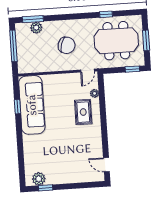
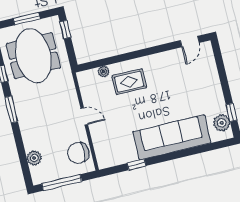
window: (33, 19) -> (11, 109), moved
chair: (67, 45) -> (78, 153), moved, turned -107
door: (87, 71) -> (84, 116), moved
sofa: (32, 105) -> (172, 137), moved

